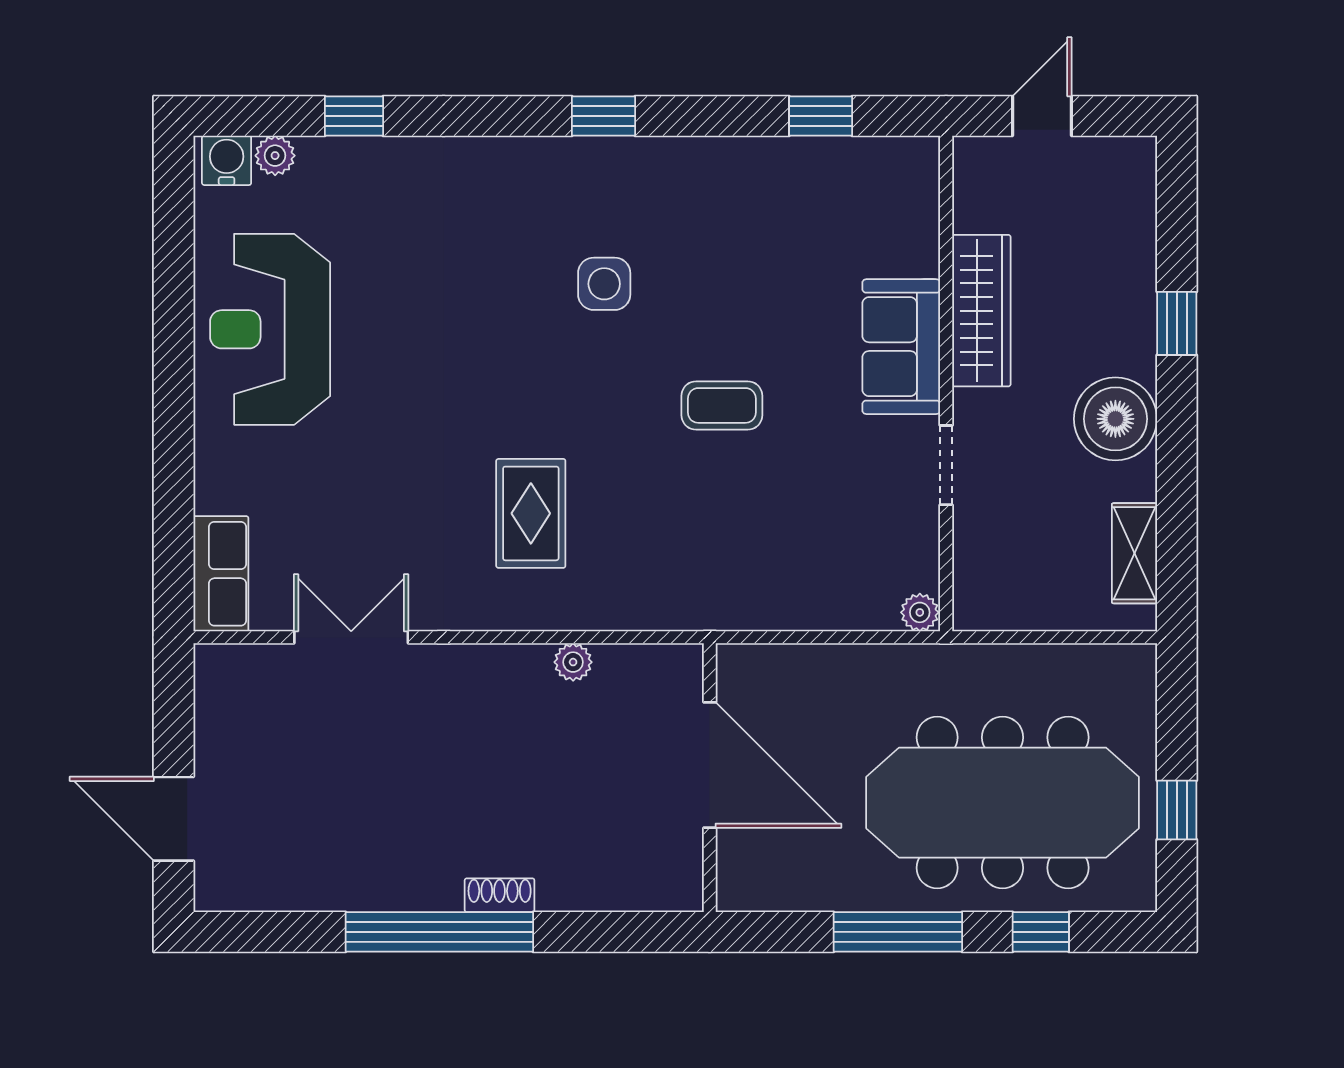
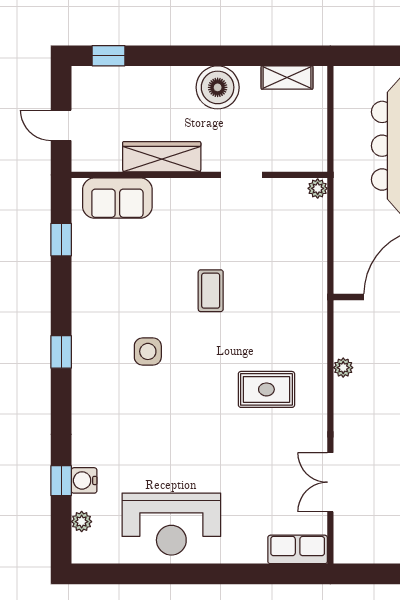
water cooler: (227, 160) -> (84, 480), moved
window: (1177, 323) -> (109, 56), moved
sofa: (901, 347) -> (117, 198), moved

